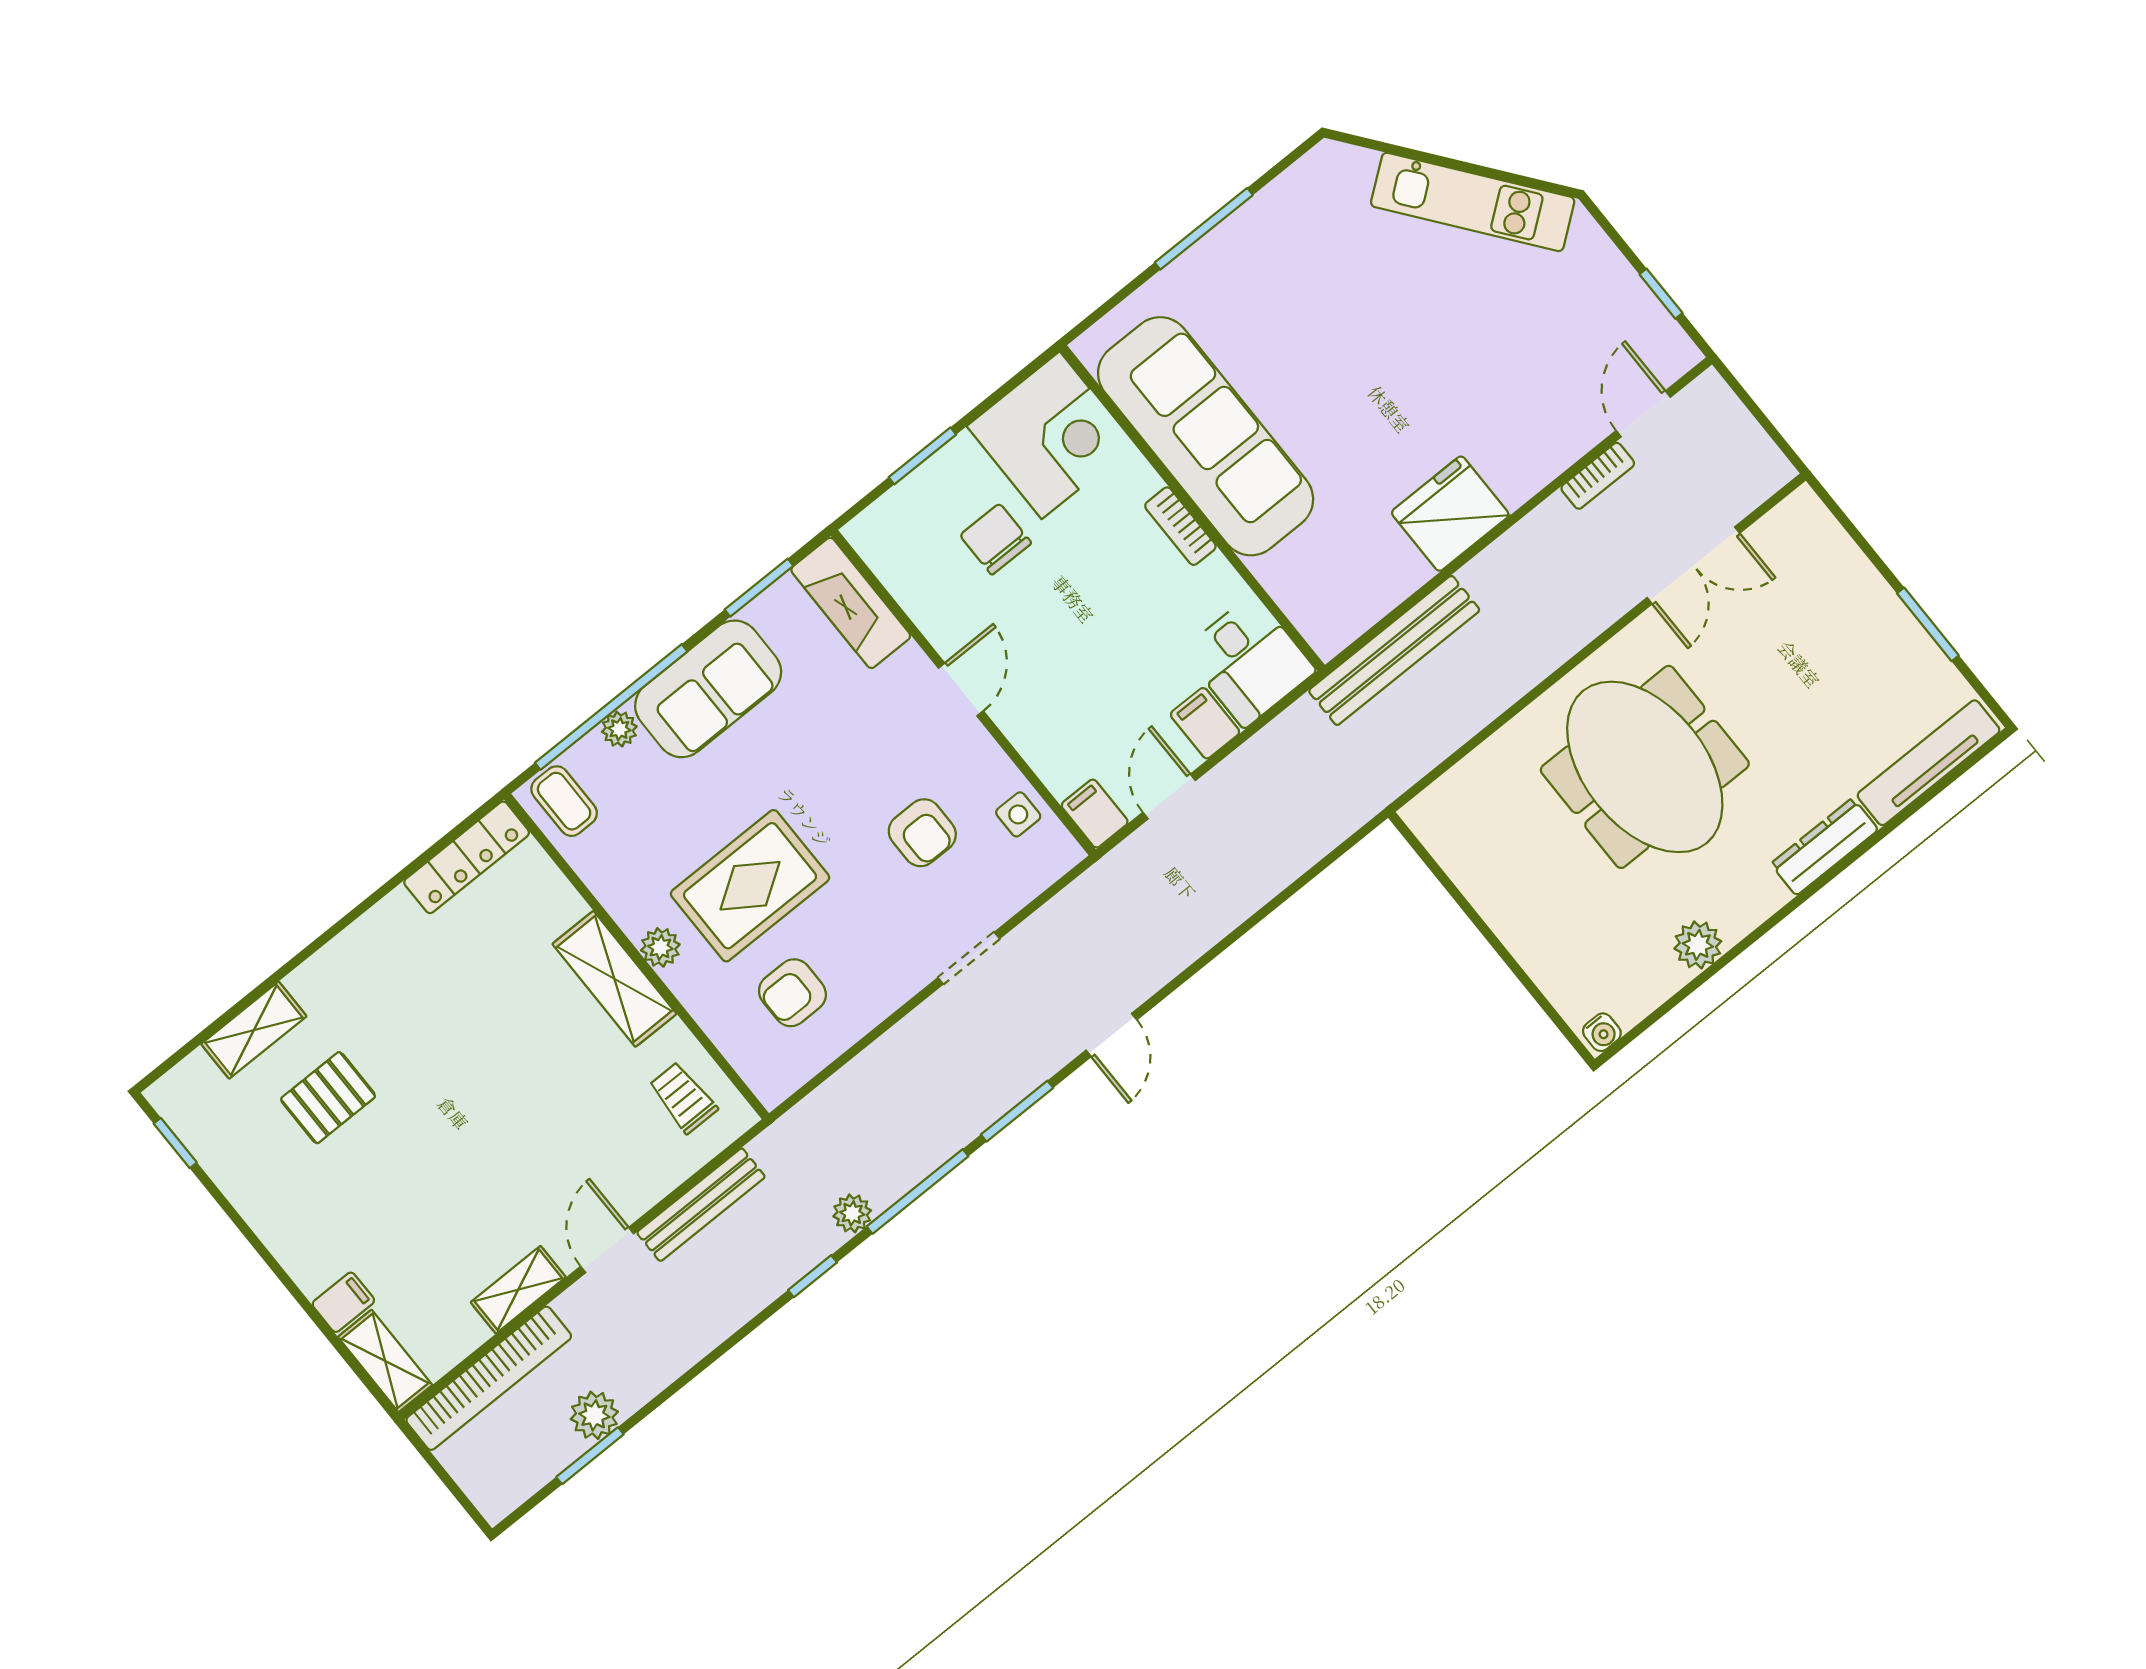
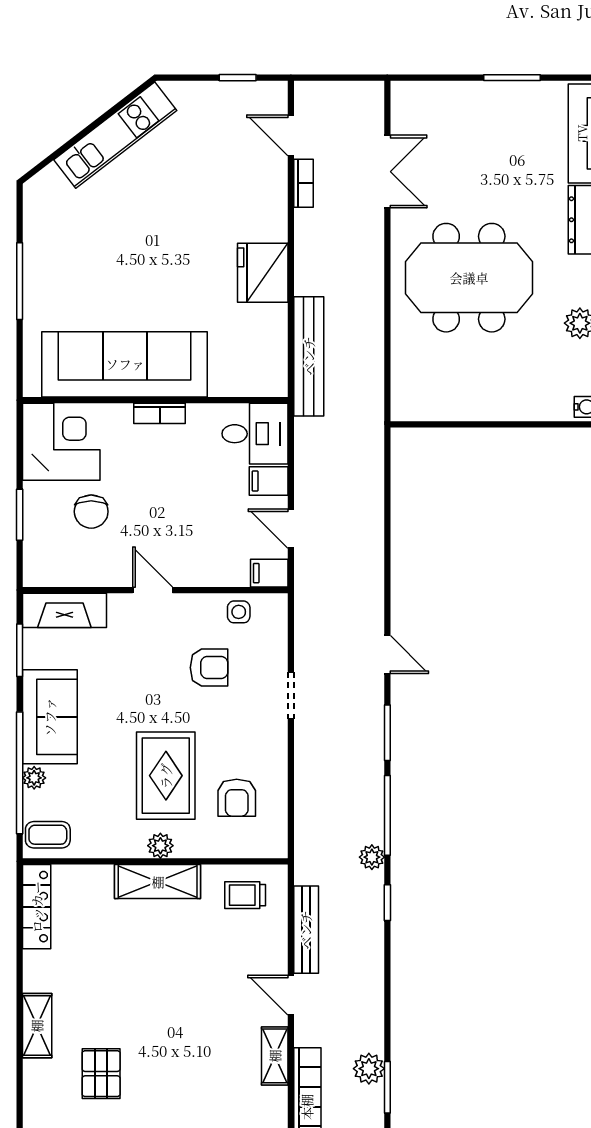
chair: (996, 539) -> (91, 512), turned -90
shelving: (254, 1030) -> (37, 1026), moved

